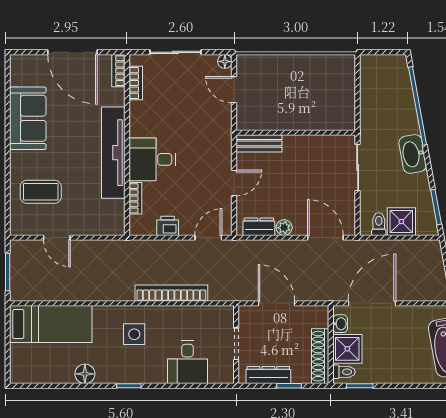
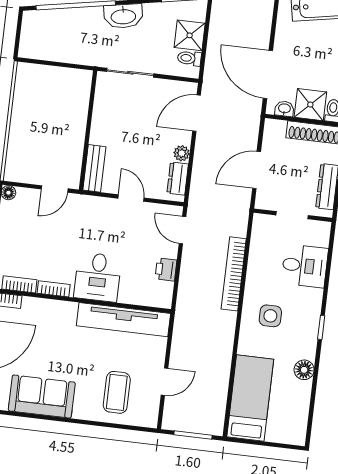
door: (234, 90) -> (55, 189), moved
tv unit: (113, 153) -> (123, 320), moved
bookcase: (135, 198) -> (54, 289), moved

